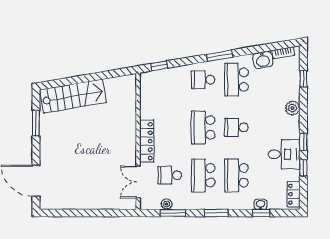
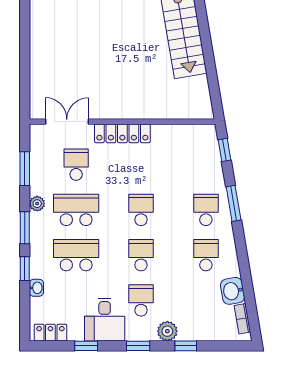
window: (220, 56) -> (234, 203), moved
window: (303, 79) -> (186, 346), moved
school desk: (236, 80) -> (206, 255), width x0.54
school desk: (203, 127) -> (141, 210), width x0.54
school desk: (270, 127) -> (141, 300), added
window: (303, 142) -> (138, 346), moved
plant: (167, 204) -> (37, 204), moved
window: (261, 213) -> (25, 269), moved

